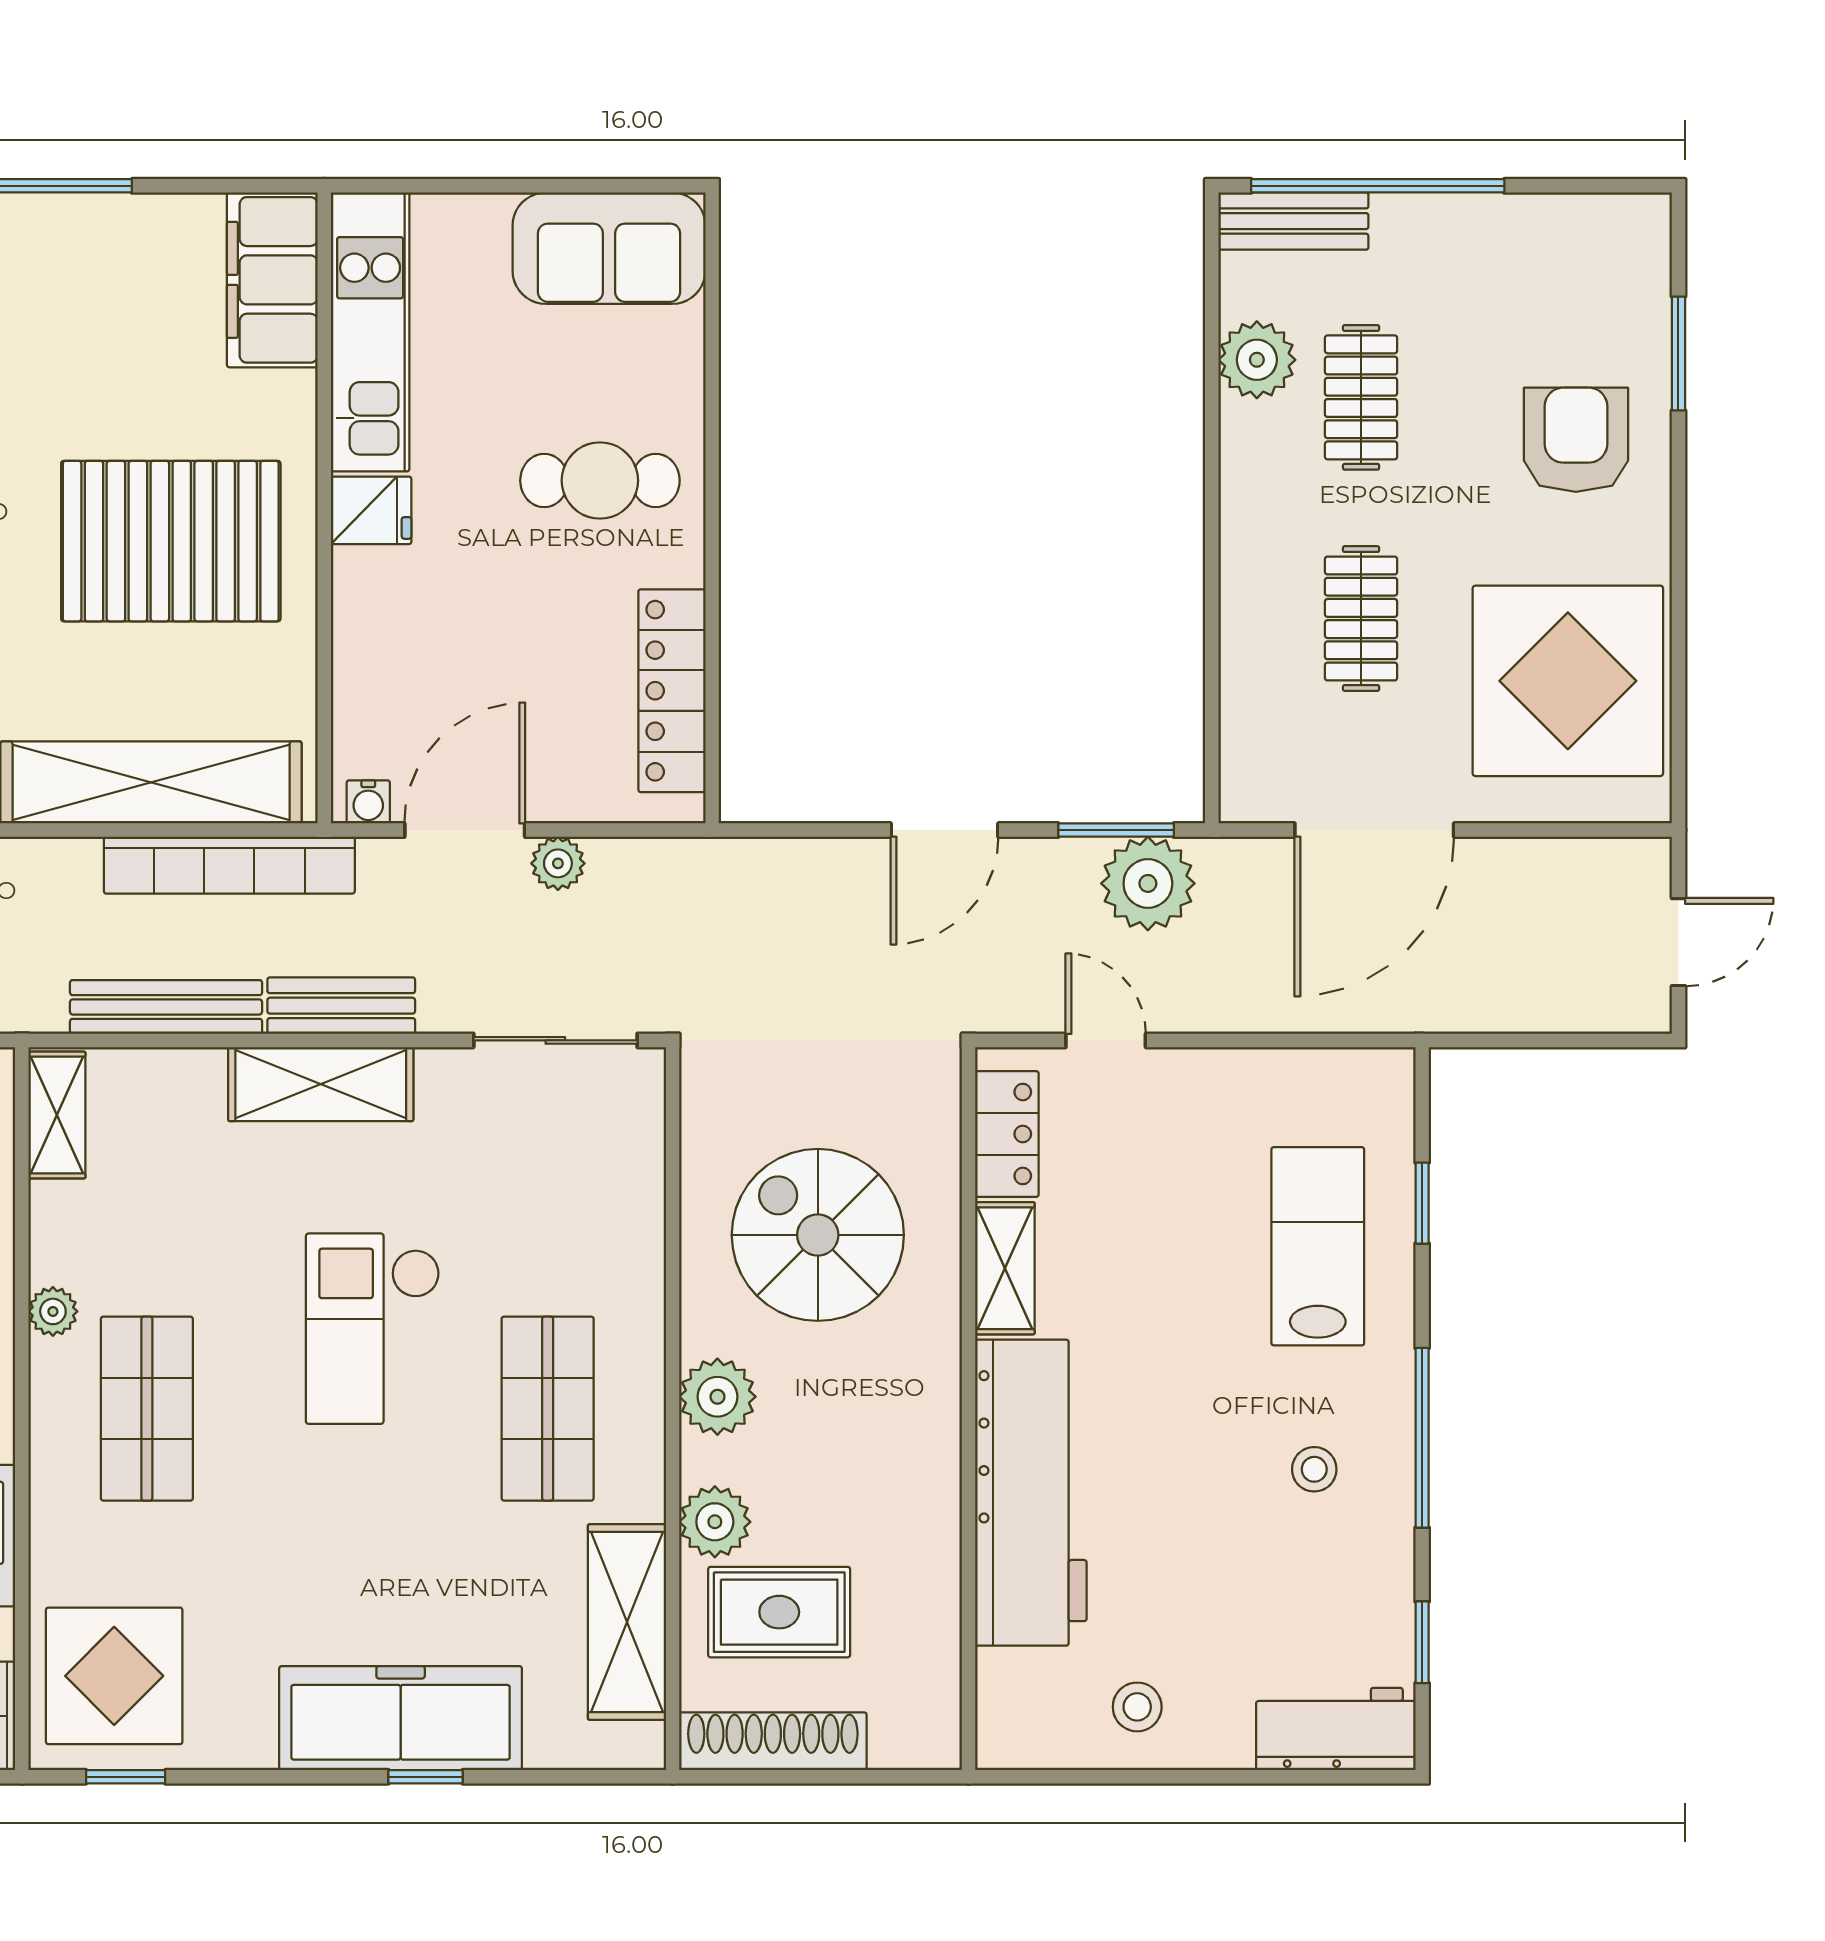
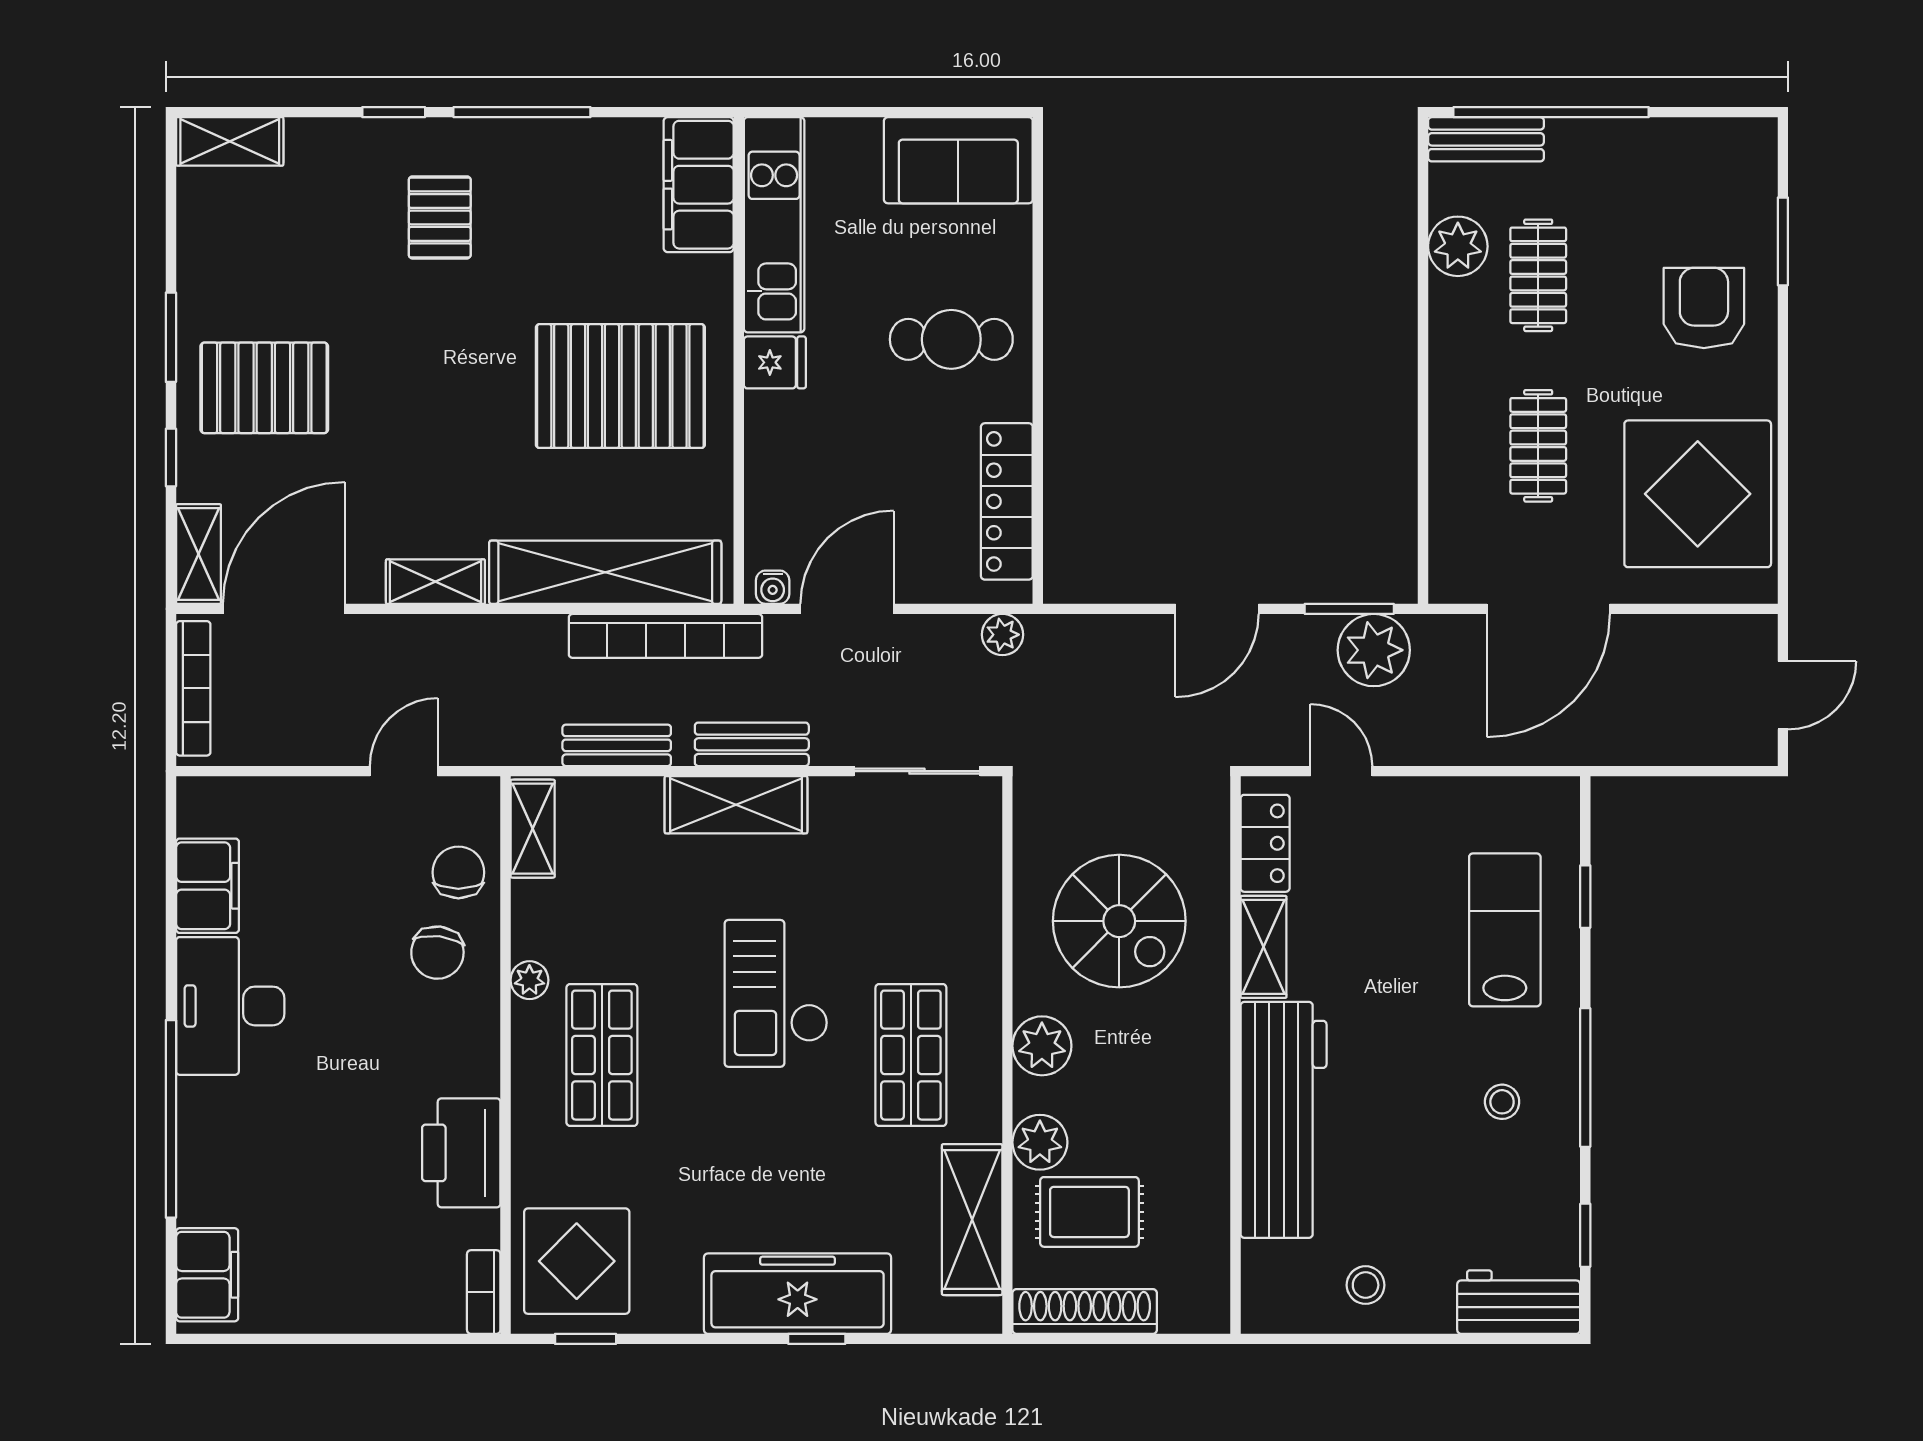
plant: (558, 863) -> (1002, 635), moved
bench: (166, 1007) -> (617, 745), width x0.73
spiral stairs: (818, 1235) -> (1119, 921), turned 180

